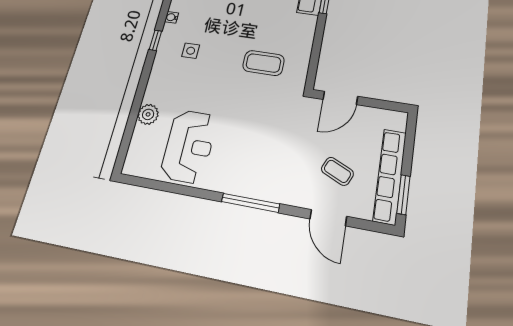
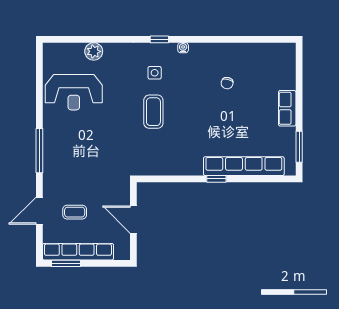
coffee table: (263, 63) -> (153, 112), moved
door: (340, 98) -> (133, 220), moved
coffee table: (337, 171) -> (75, 212), turned 66

